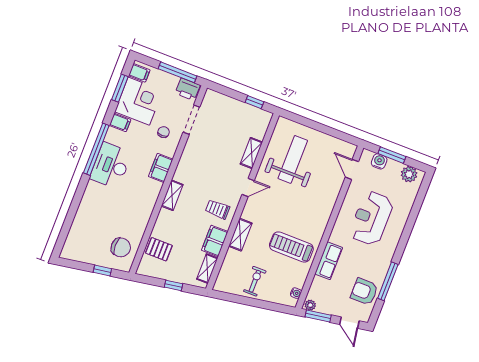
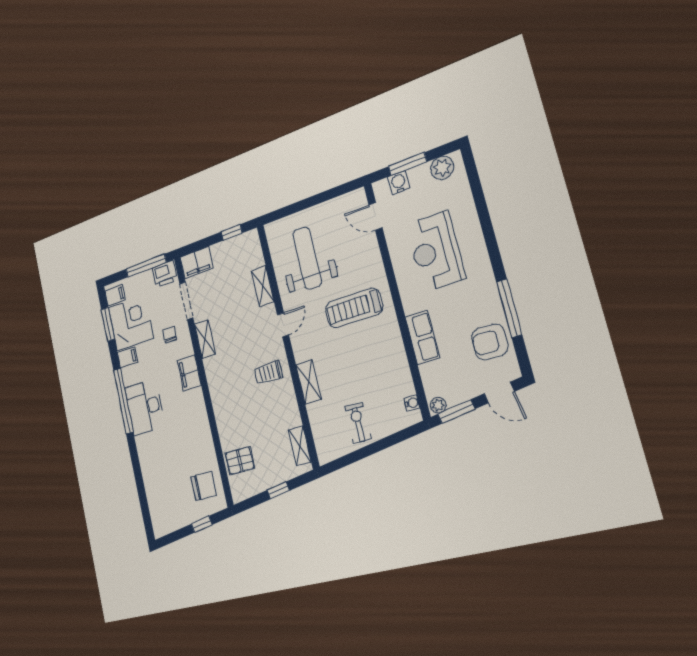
shelving: (172, 195) -> (205, 339), moved
filing cabinet: (215, 241) -> (197, 263), moved, turned -90
treadmill: (291, 247) -> (354, 308), moved

